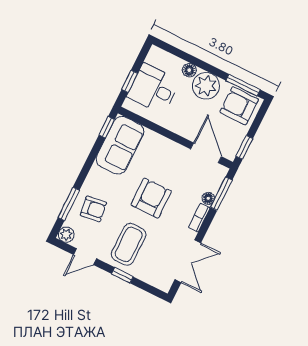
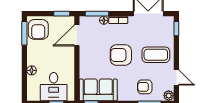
plant: (206, 86) -> (36, 56), removed
armchair: (93, 209) -> (145, 87), turned -82
window: (122, 275) -> (176, 29), moved

